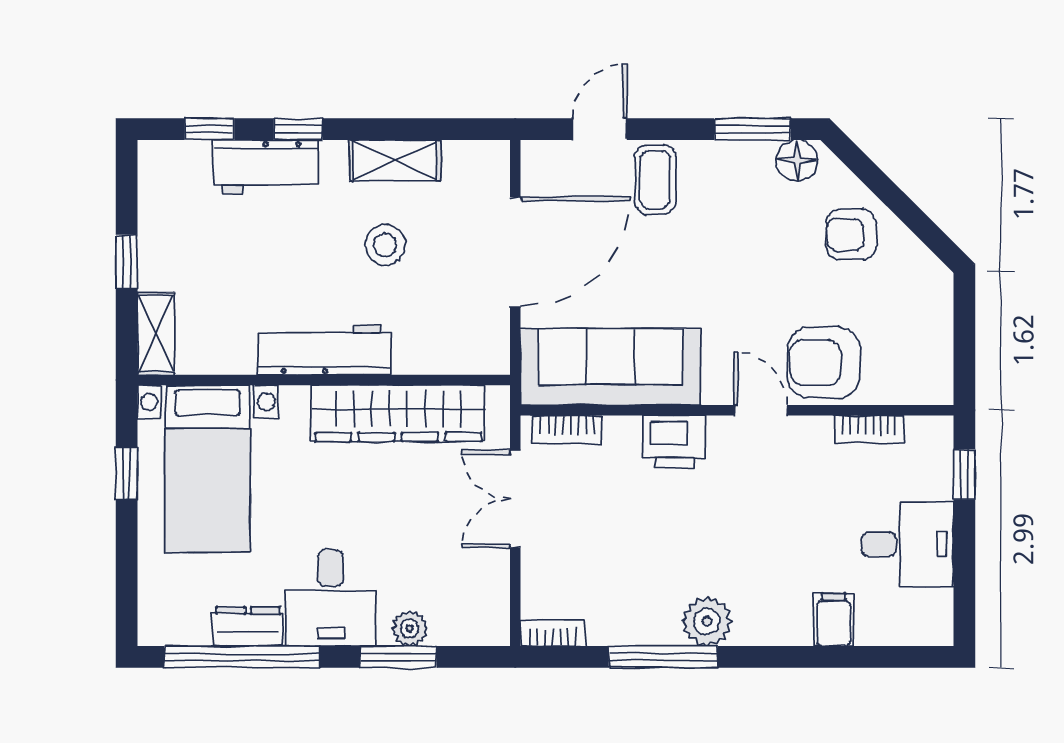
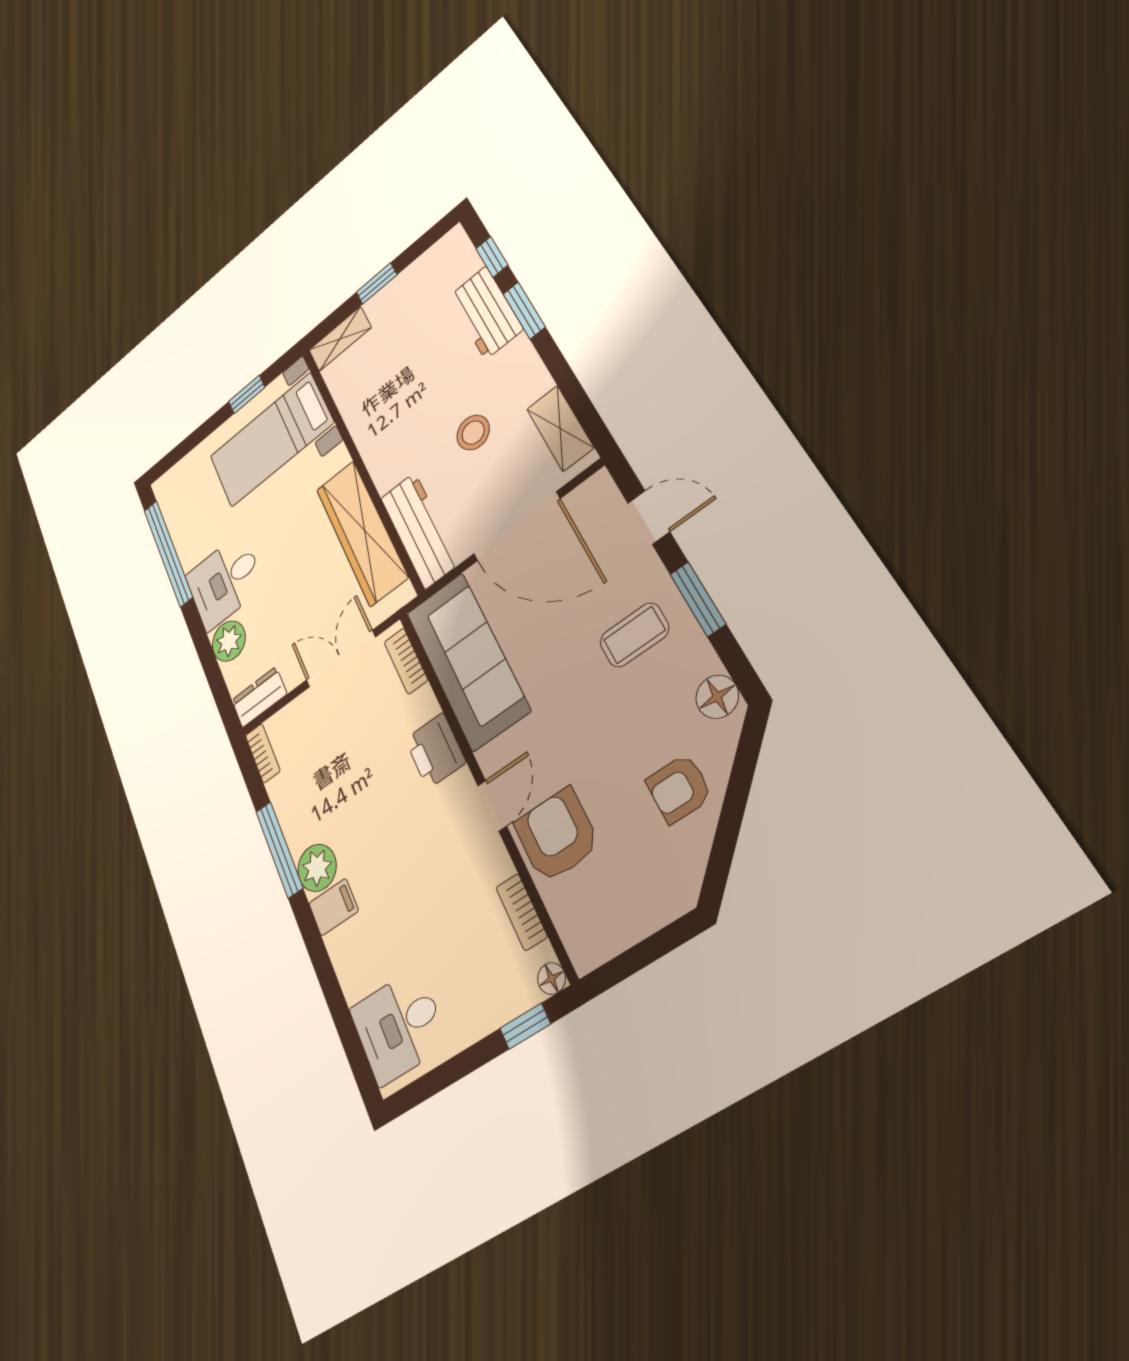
window: (298, 129) -> (524, 310), width x1.50
window: (753, 129) -> (698, 599), moved
shelving: (395, 160) -> (560, 428), moved
coffee table: (655, 180) -> (634, 635), moved
armchair: (851, 234) -> (679, 789), turned -90
workbench: (324, 350) -> (420, 530), moved
floor lamp: (939, 430) -> (552, 978), added
desk: (907, 544) -> (399, 1026), moved, turned 90
filing cabinet: (833, 620) -> (334, 907), moved
dresser: (248, 627) -> (259, 697), moved, turned -90
plant: (410, 629) -> (229, 641), width x1.38, depth x1.38
window: (398, 657) -> (206, 655), removed

